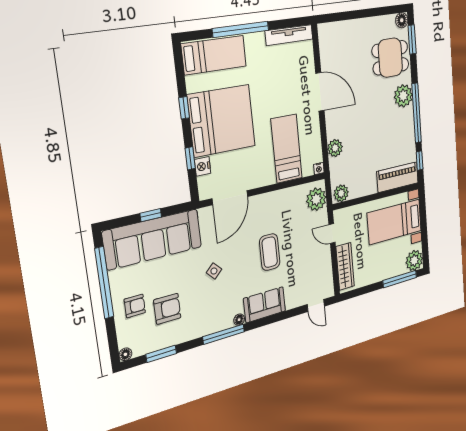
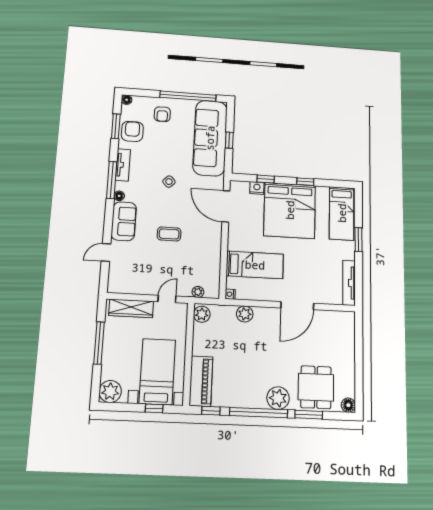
window: (241, 29) -> (358, 239), width x0.47
window: (412, 40) -> (309, 415), moved
plant: (316, 199) -> (198, 292), width x0.53, depth x0.53
window: (423, 215) -> (154, 408), added
coffee table: (270, 252) -> (169, 234), width x0.73, depth x0.77
window: (400, 279) -> (99, 343), moved
door: (316, 305) -> (106, 253), moved
armchair: (167, 309) -> (132, 131), moved, turned 180
tv unit: (205, 329) -> (123, 165), added

